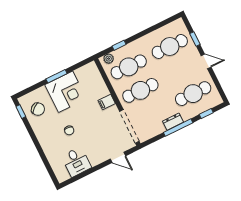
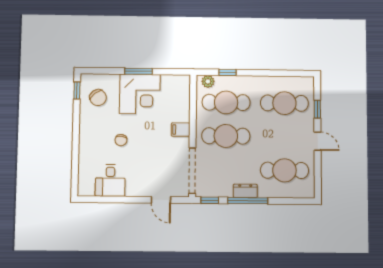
window: (206, 114) -> (210, 200), moved

